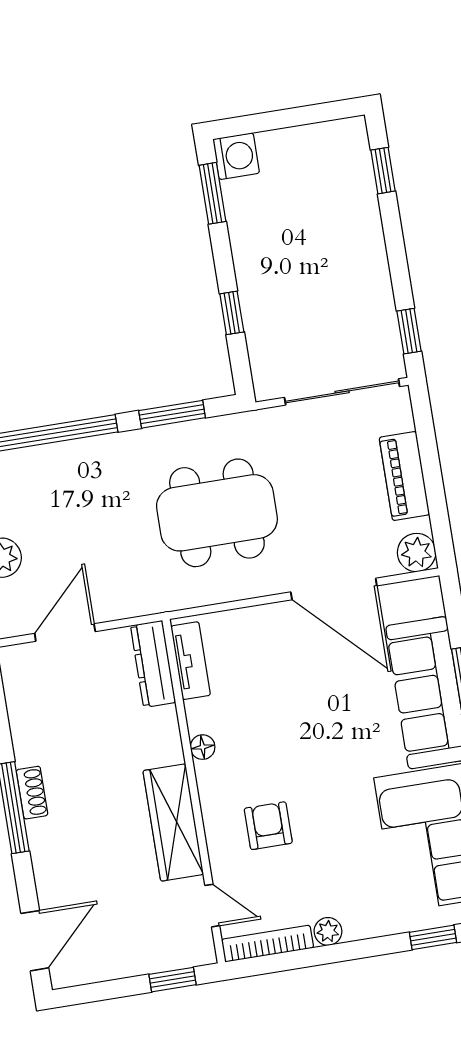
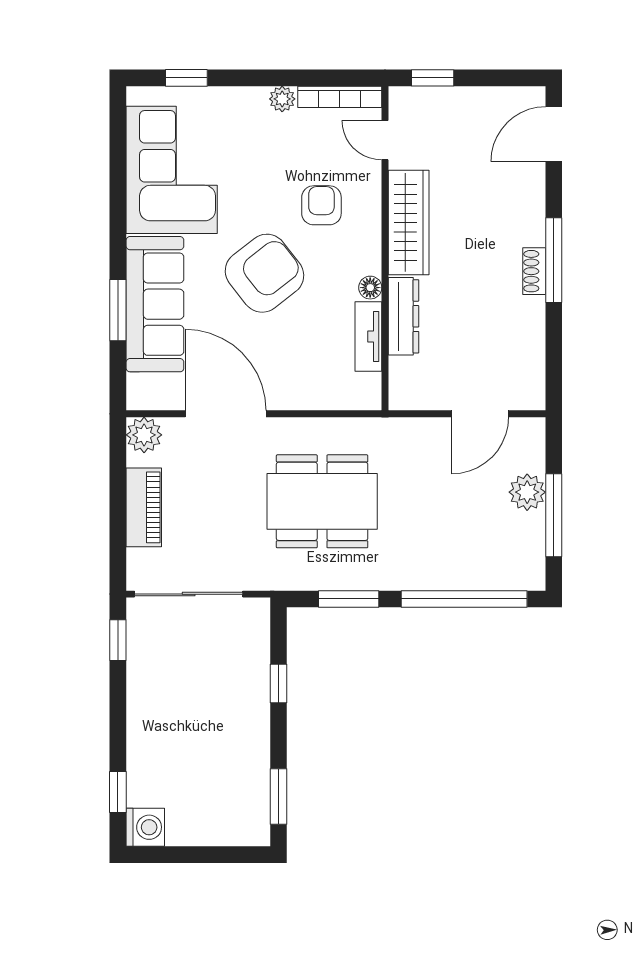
washing machine: (236, 156) -> (145, 827), moved, turned 180
tv unit: (191, 661) -> (368, 337), moved
dresser: (153, 664) -> (403, 316), moved
armchair: (317, 744) -> (264, 273), added
armchair: (268, 826) -> (321, 205), turned 180

